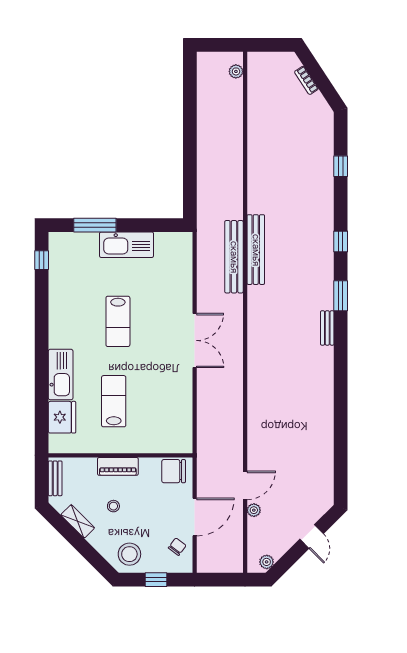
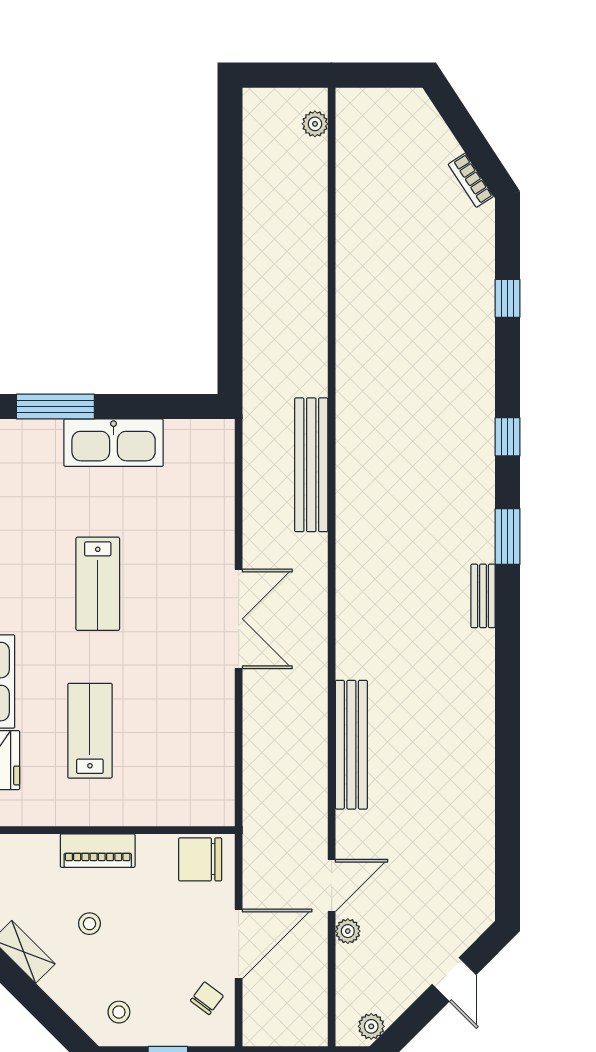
bookcase: (306, 80) -> (471, 180), moved
bench: (256, 250) -> (351, 745), moved
stool: (129, 554) -> (119, 1012), width x0.53, depth x0.53

